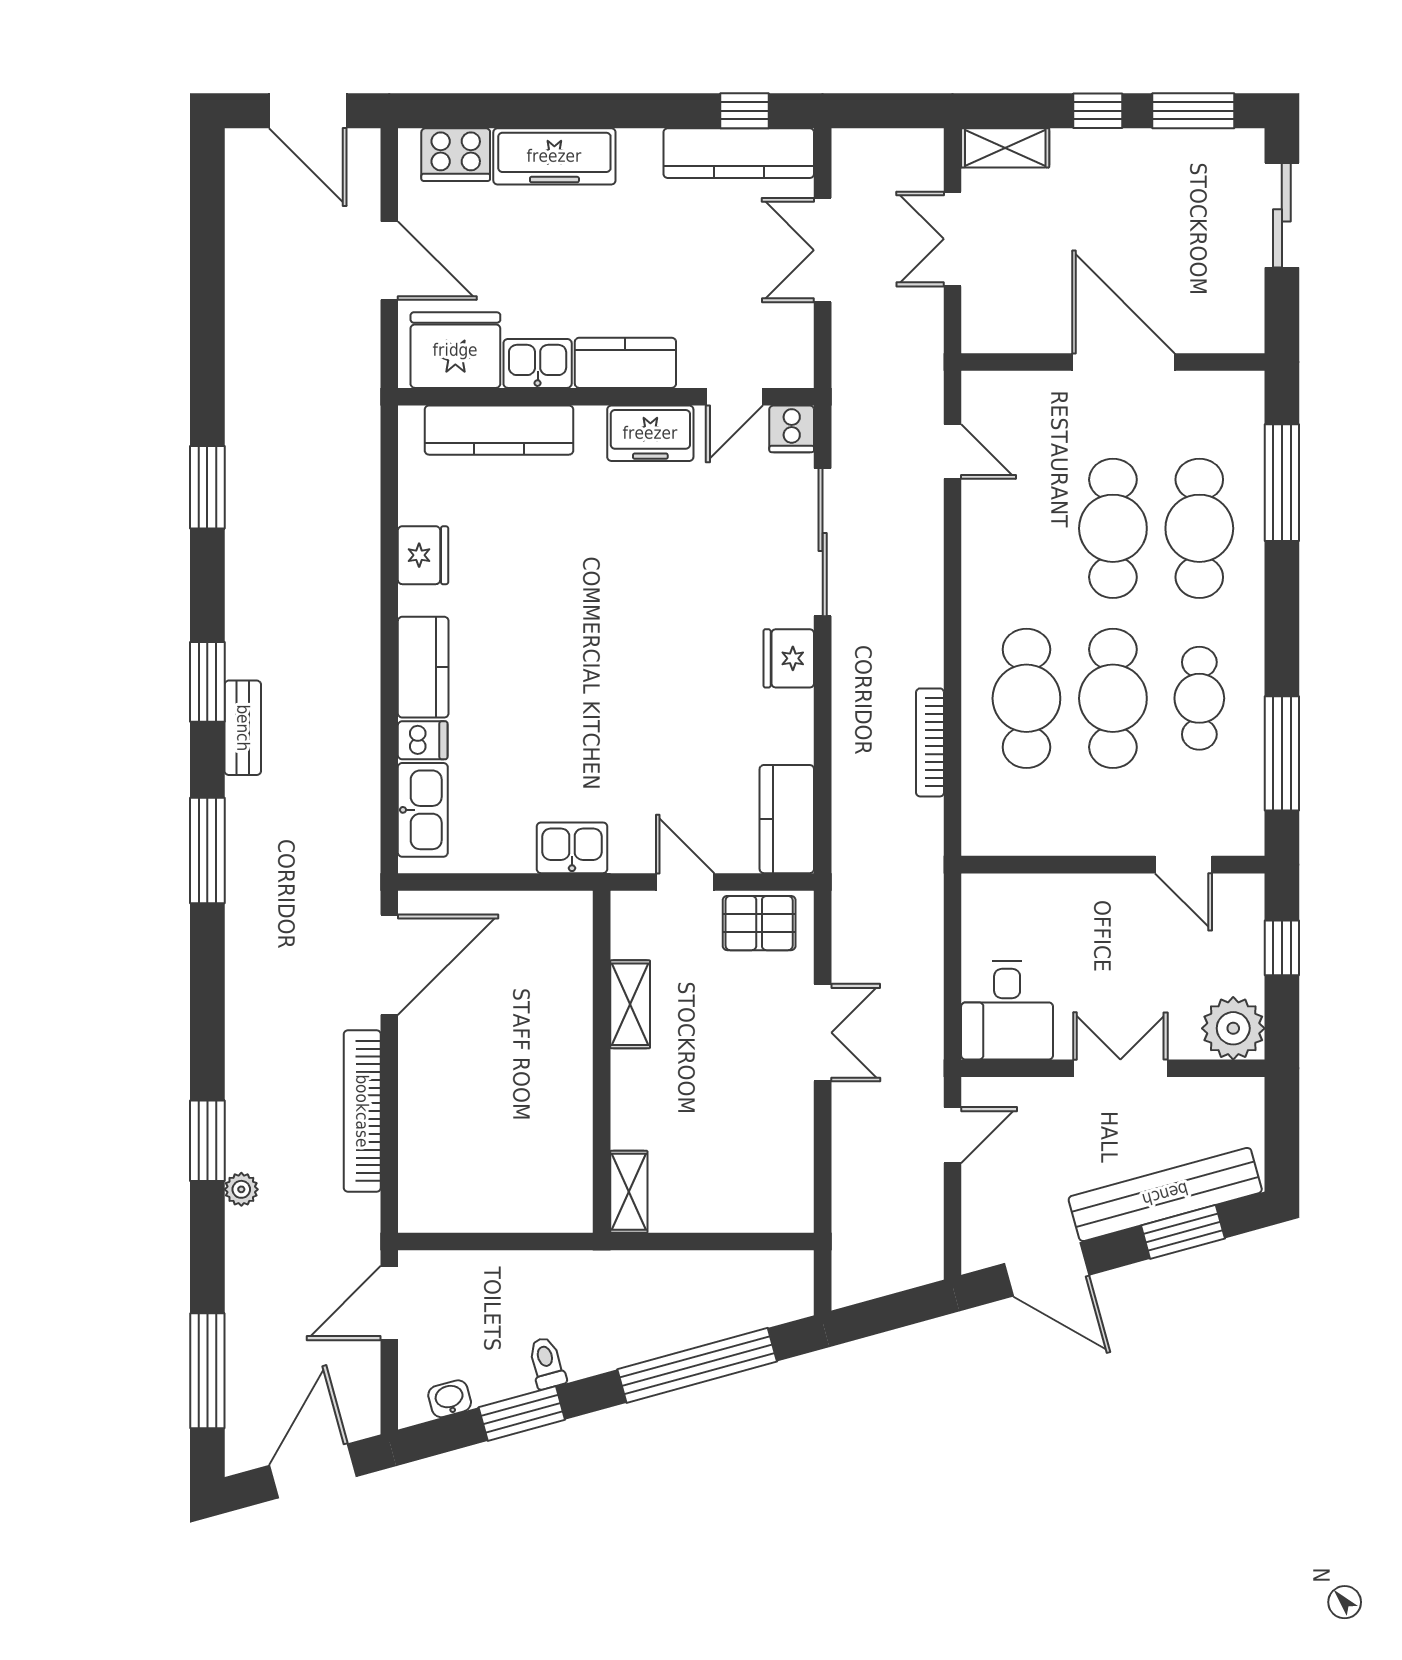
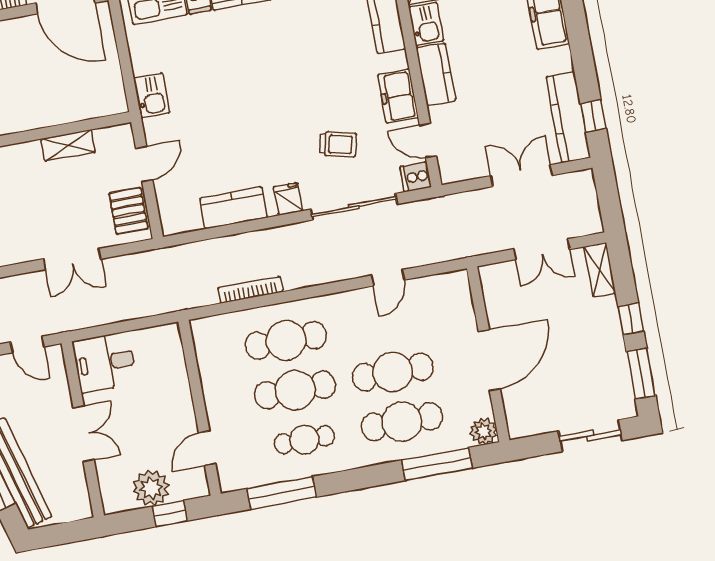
double door: (953, 239) -> (542, 249), swing flipped
plant: (1241, 394) -> (484, 431), added
door: (953, 451) -> (388, 278), moved
trolley: (712, 549) -> (338, 144), added
fridge: (789, 658) -> (288, 199), width x0.72
kitchen counter: (787, 819) -> (233, 208), moved
plant: (1233, 1028) -> (151, 488), moved

